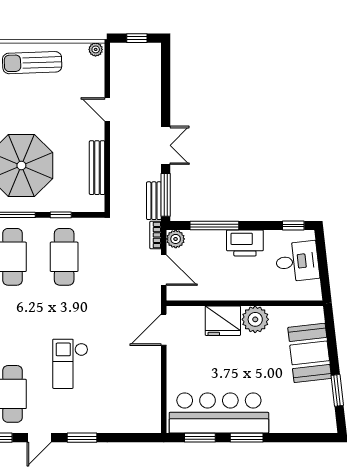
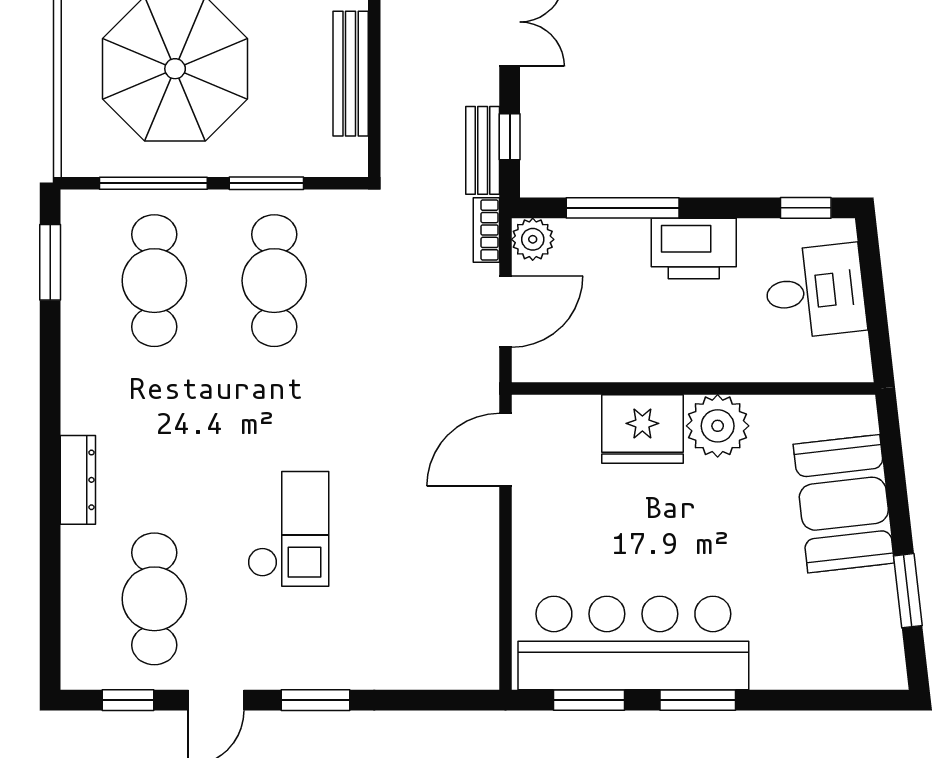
window: (166, 195) -> (510, 137), width x0.46
window: (61, 215) -> (266, 183), width x1.50
door: (164, 270) -> (506, 312), hinge flipped
checkout: (70, 364) -> (288, 529), turned 180

